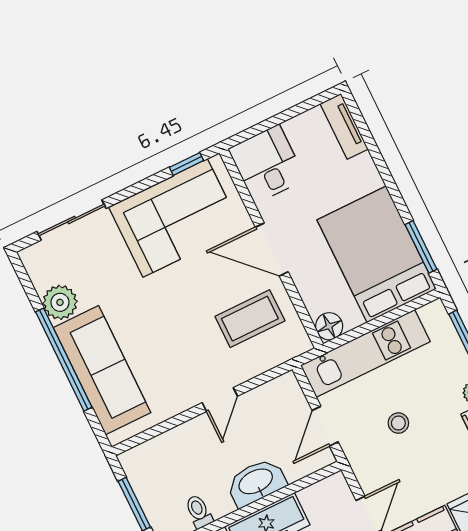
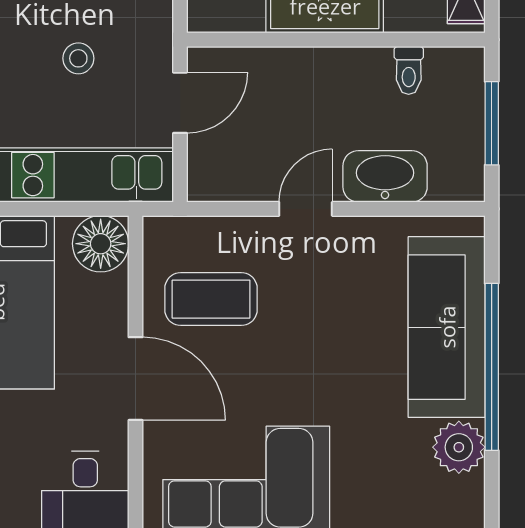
floor lamp: (329, 326) -> (101, 244), width x1.38, depth x1.38
washbasin: (256, 482) -> (385, 176), moved, turned 180

